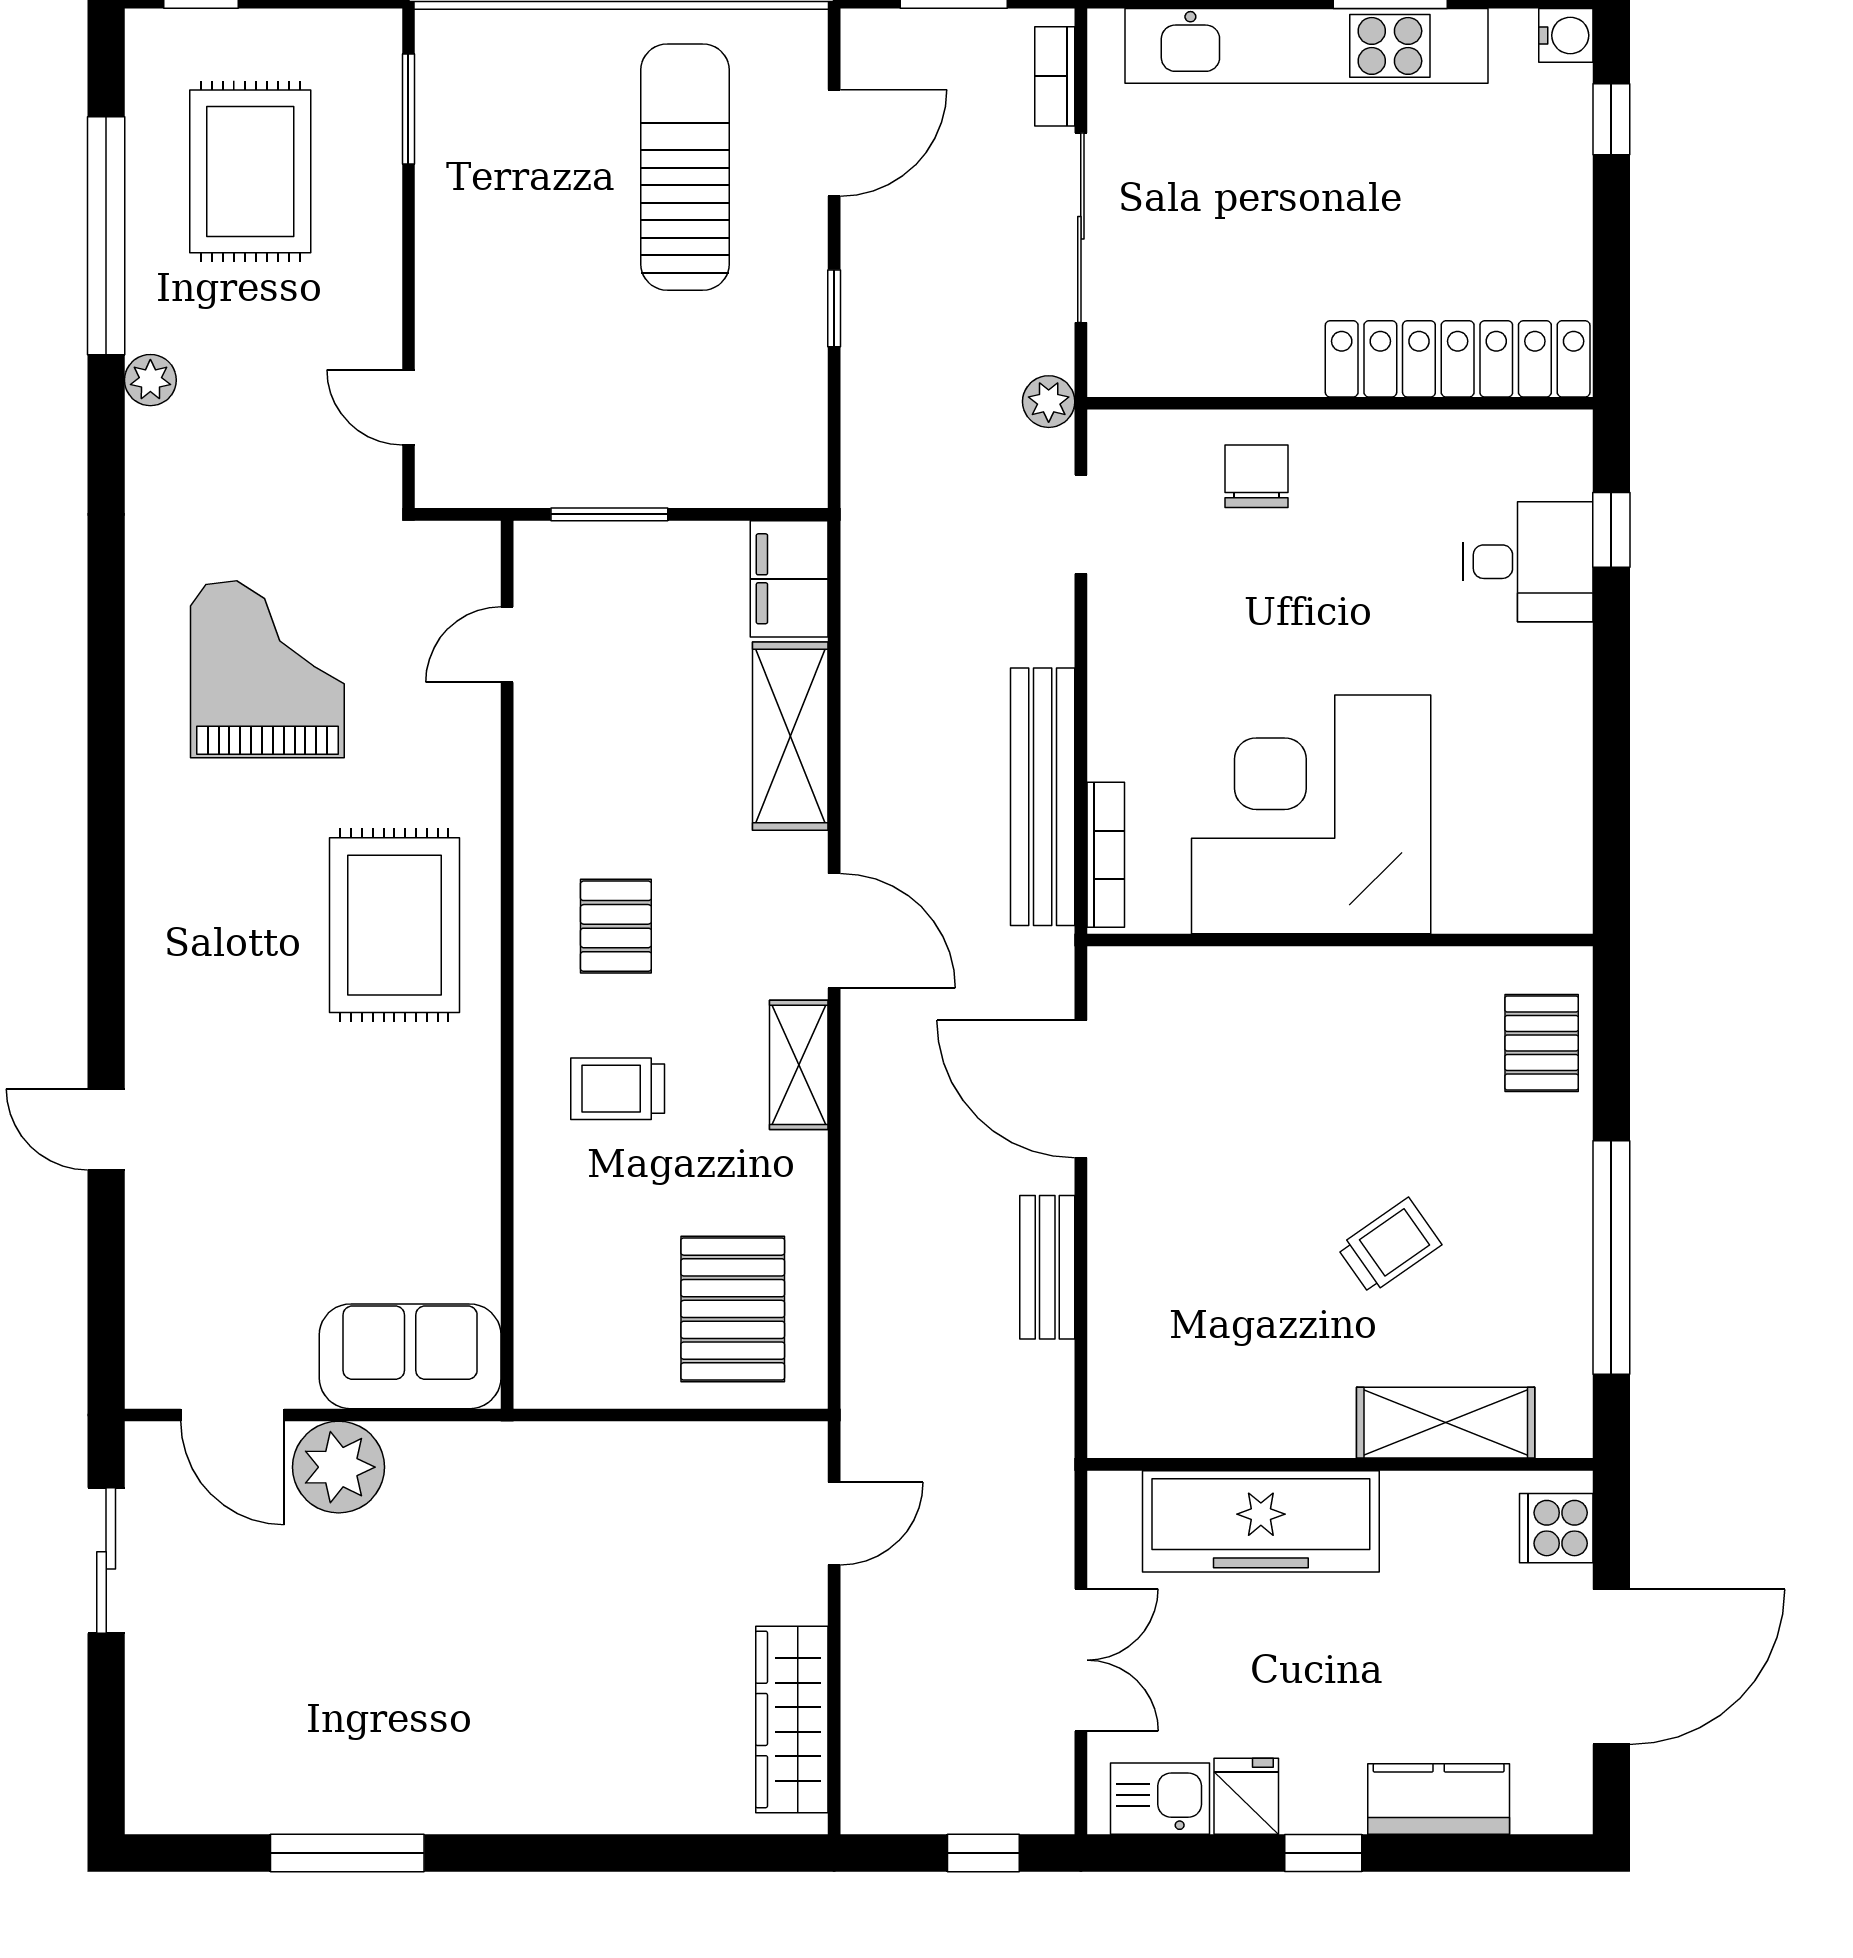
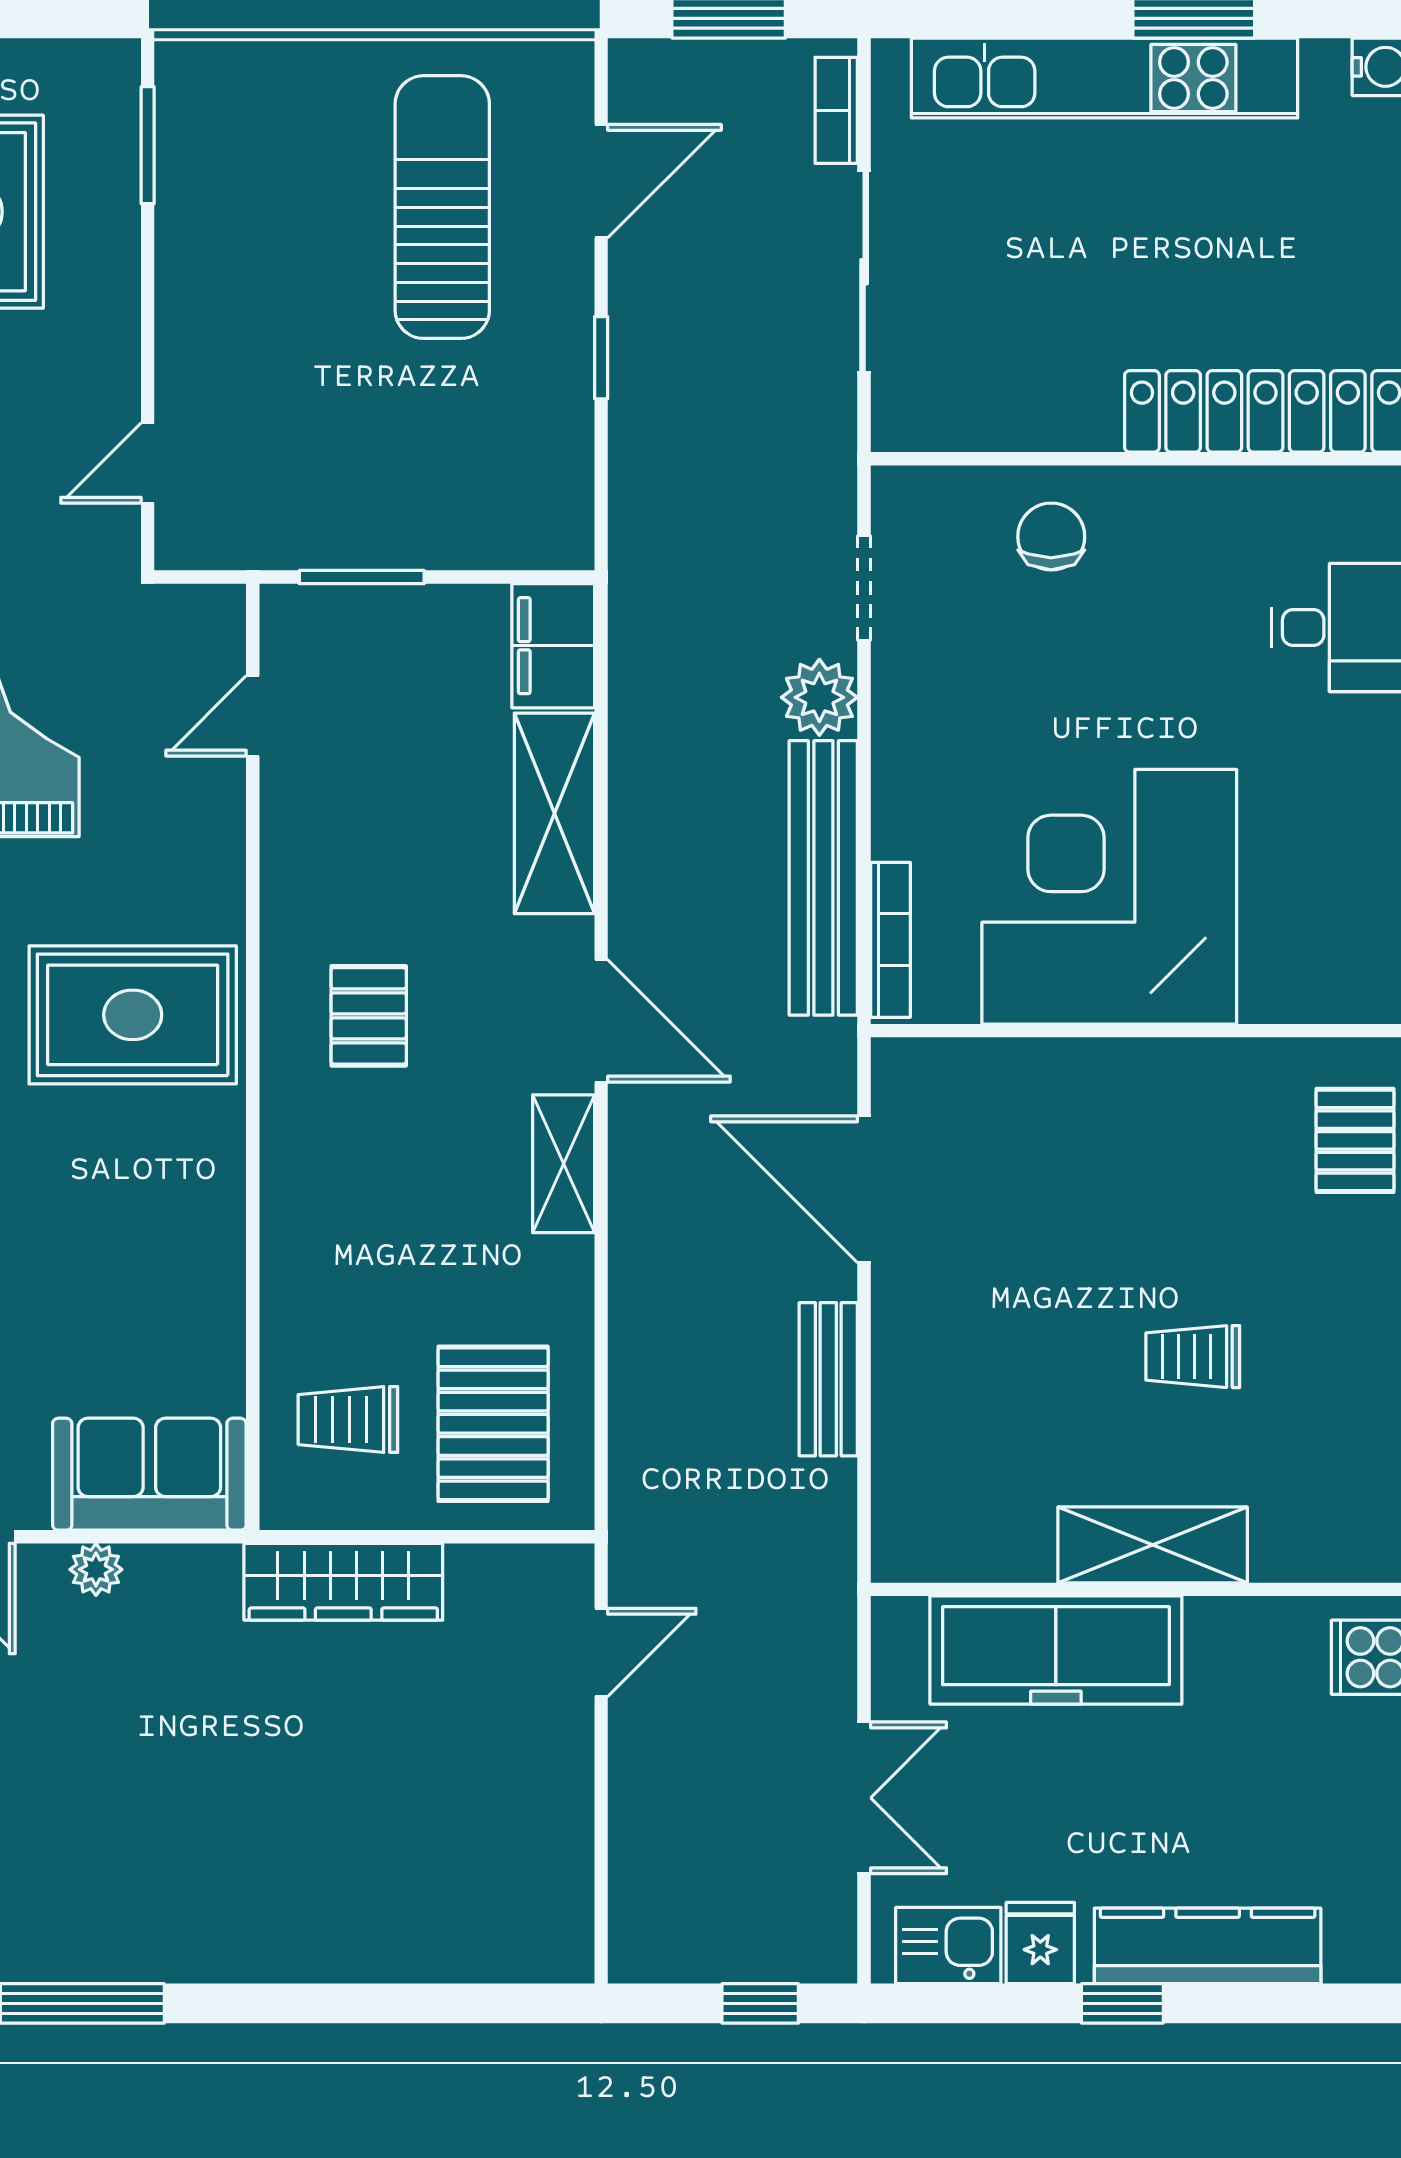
plant: (1049, 402) -> (819, 697), moved, width x1.38, depth x1.38
door: (408, 407) -> (148, 463), hinge flipped
rug: (394, 925) -> (133, 1015), turned 90
trolley: (618, 1089) -> (348, 1420), moved
trolley: (1389, 1246) -> (1193, 1357), turned -145
shelving: (1446, 1423) -> (1153, 1545), moved
plant: (339, 1467) -> (96, 1569), width x0.53, depth x0.53
wardrobe: (792, 1719) -> (343, 1582), moved, turned -90
kitchen counter: (1439, 1799) -> (1208, 1946), width x1.50

